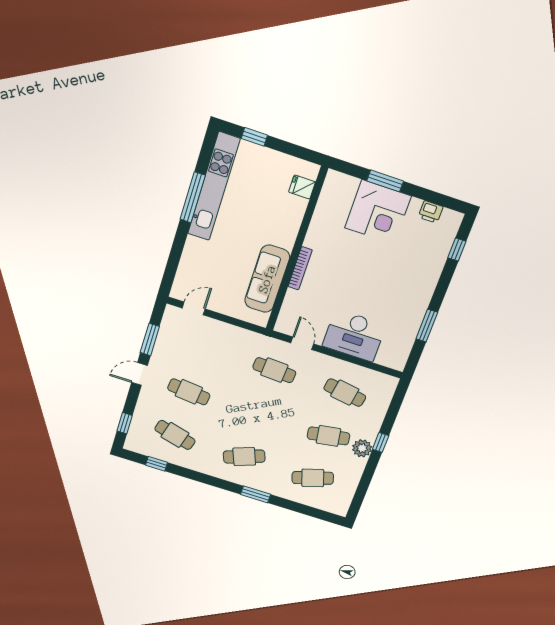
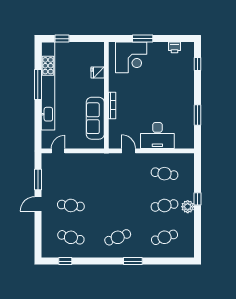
kitchen unit: (214, 187) -> (48, 86), width x1.36
fridge: (302, 187) -> (98, 72), moved
corner desk: (378, 212) -> (131, 57), moved
cafe table: (274, 370) -> (118, 174), removed
window: (125, 423) -> (38, 240), removed

